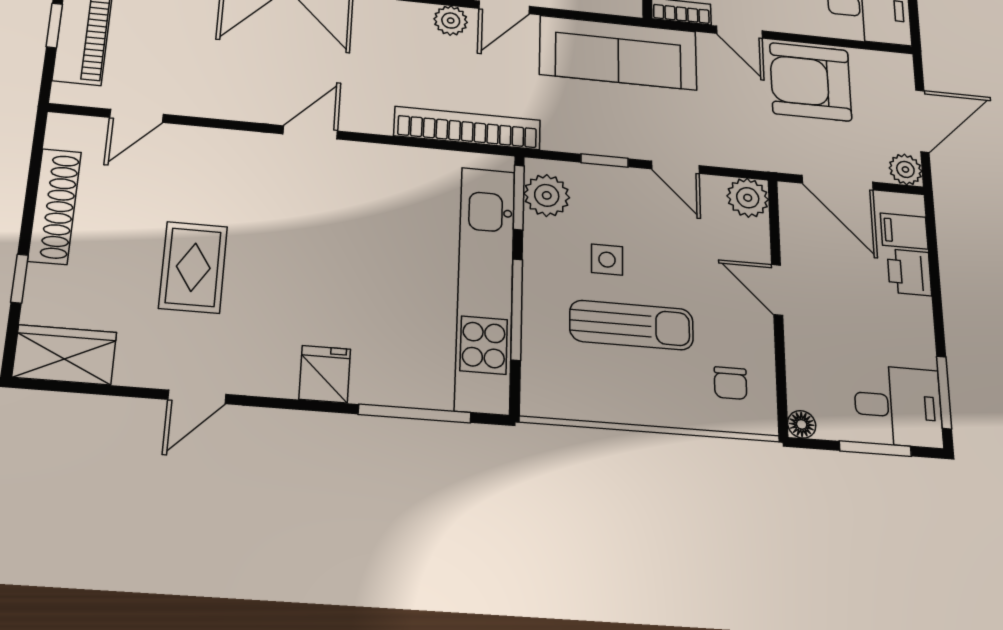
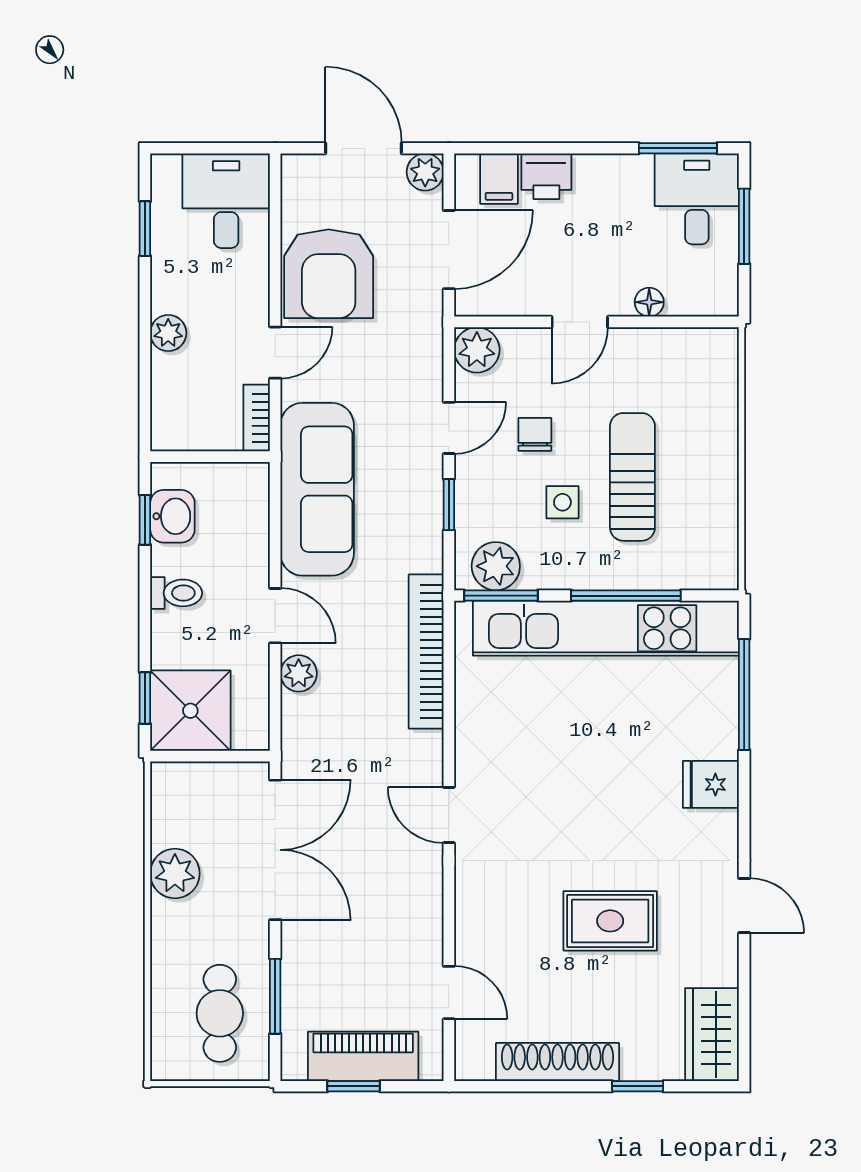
chair: (730, 383) -> (535, 434), moved, turned -90
floor lamp: (802, 424) -> (649, 302), moved

